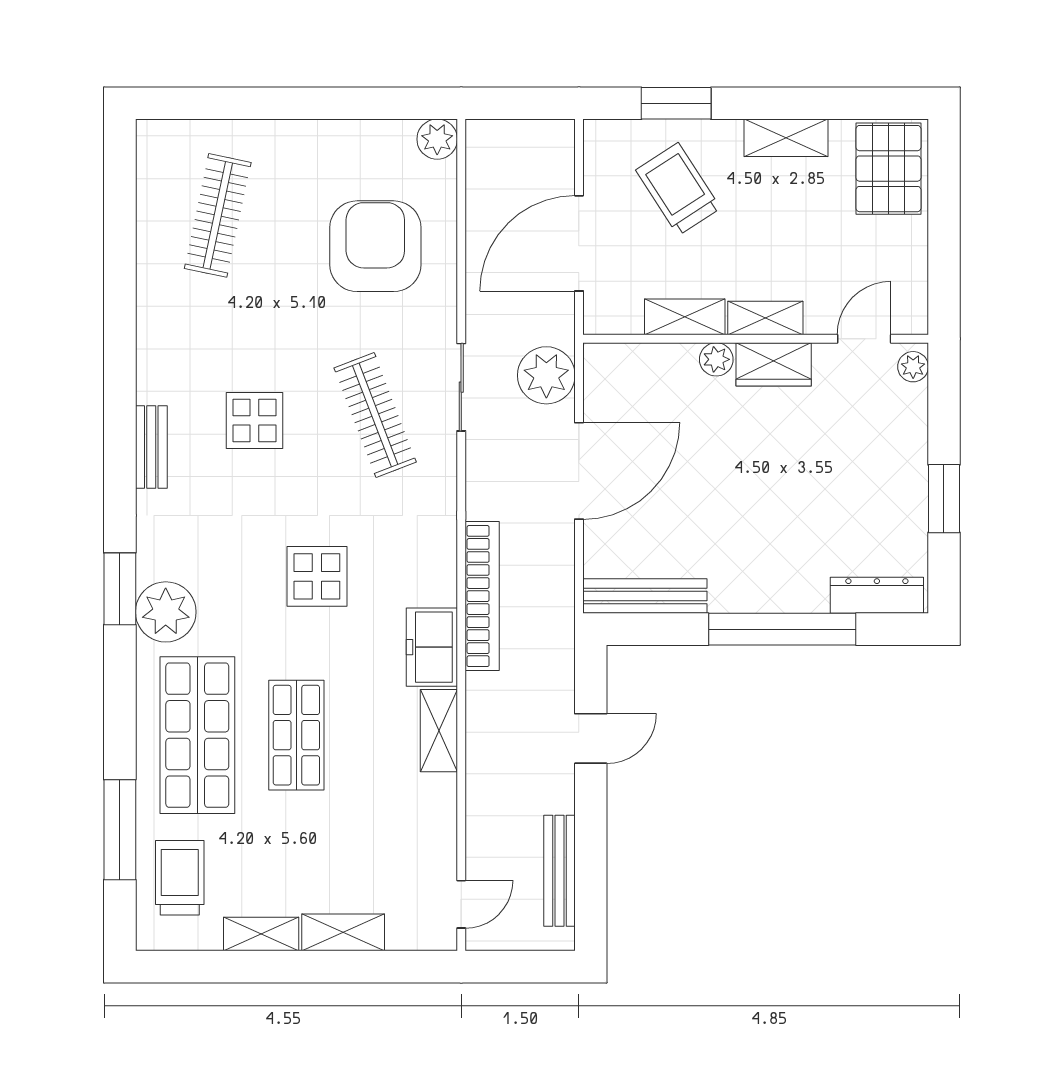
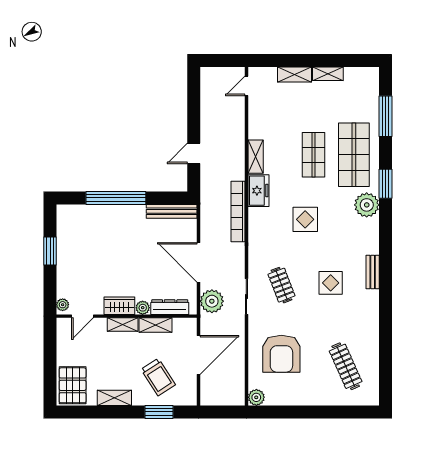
clothes rail: (218, 215) -> (346, 366), turned -36
clothes rail: (375, 415) -> (282, 285), width x0.73
door: (579, 471) -> (199, 262), hinge flipped
window: (120, 589) -> (385, 184), moved
dresser: (877, 595) -> (170, 307), moved, turned 180
bench: (560, 871) -> (206, 100), removed
trolley: (180, 878) -> (361, 97), removed

